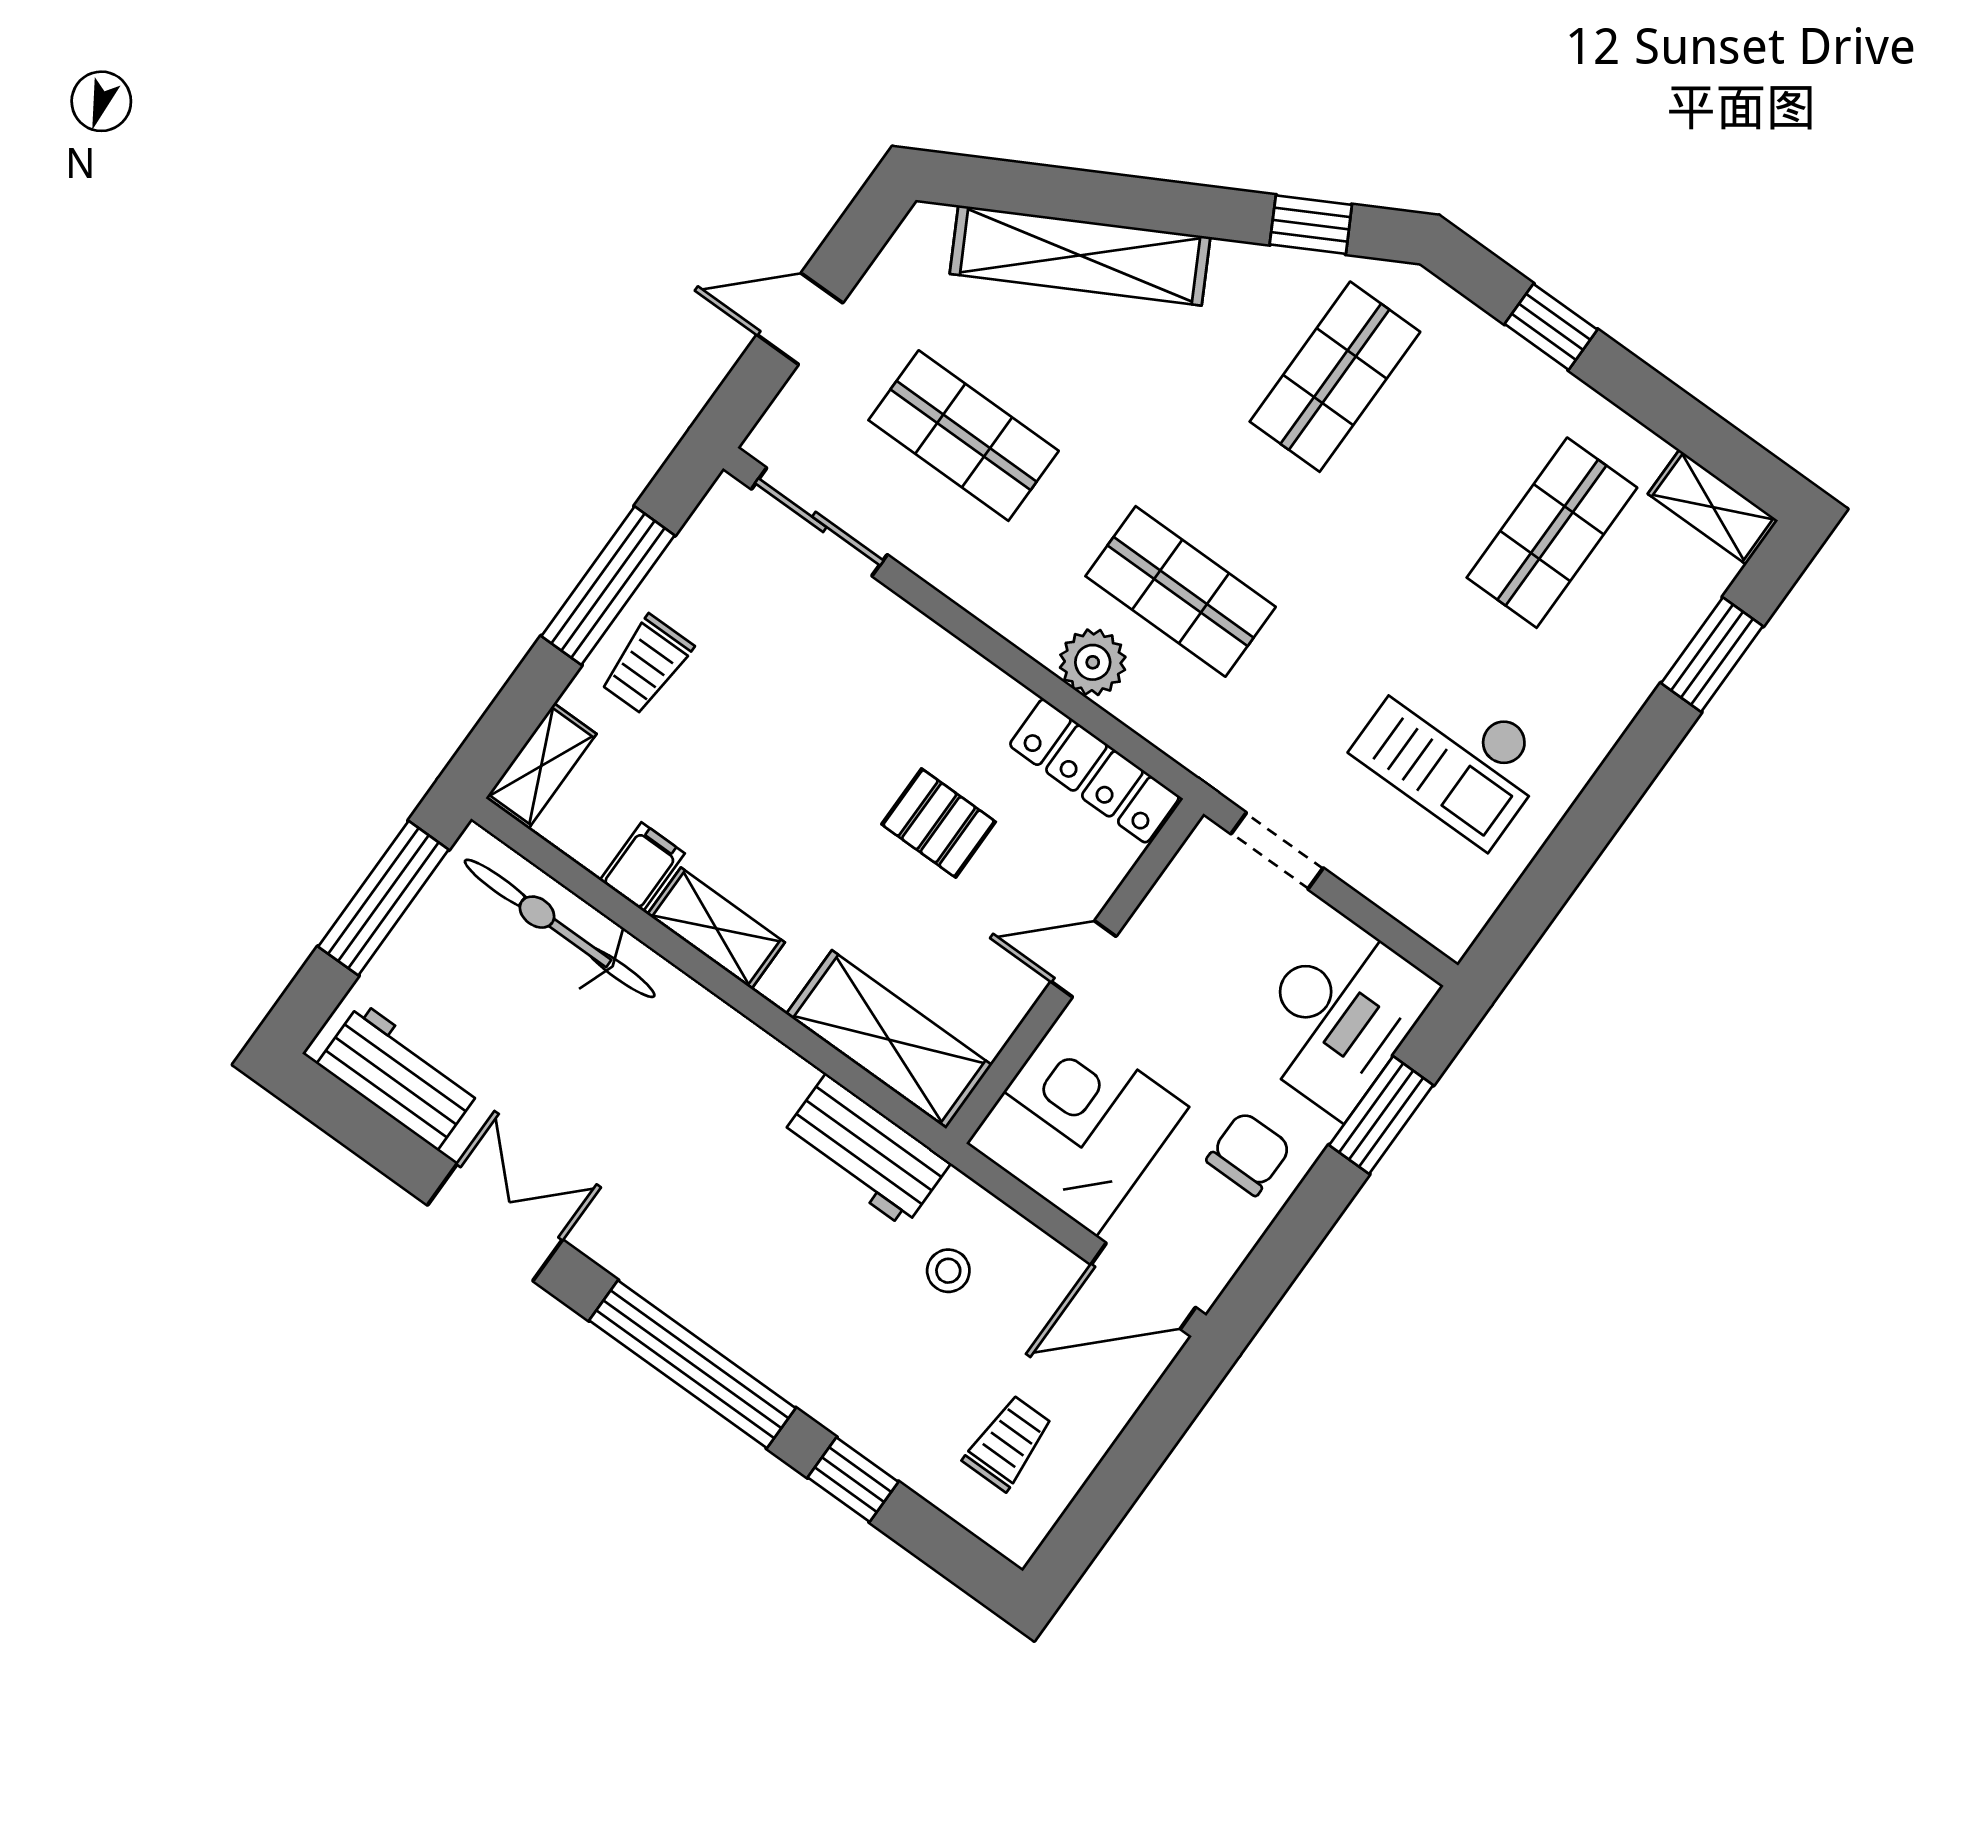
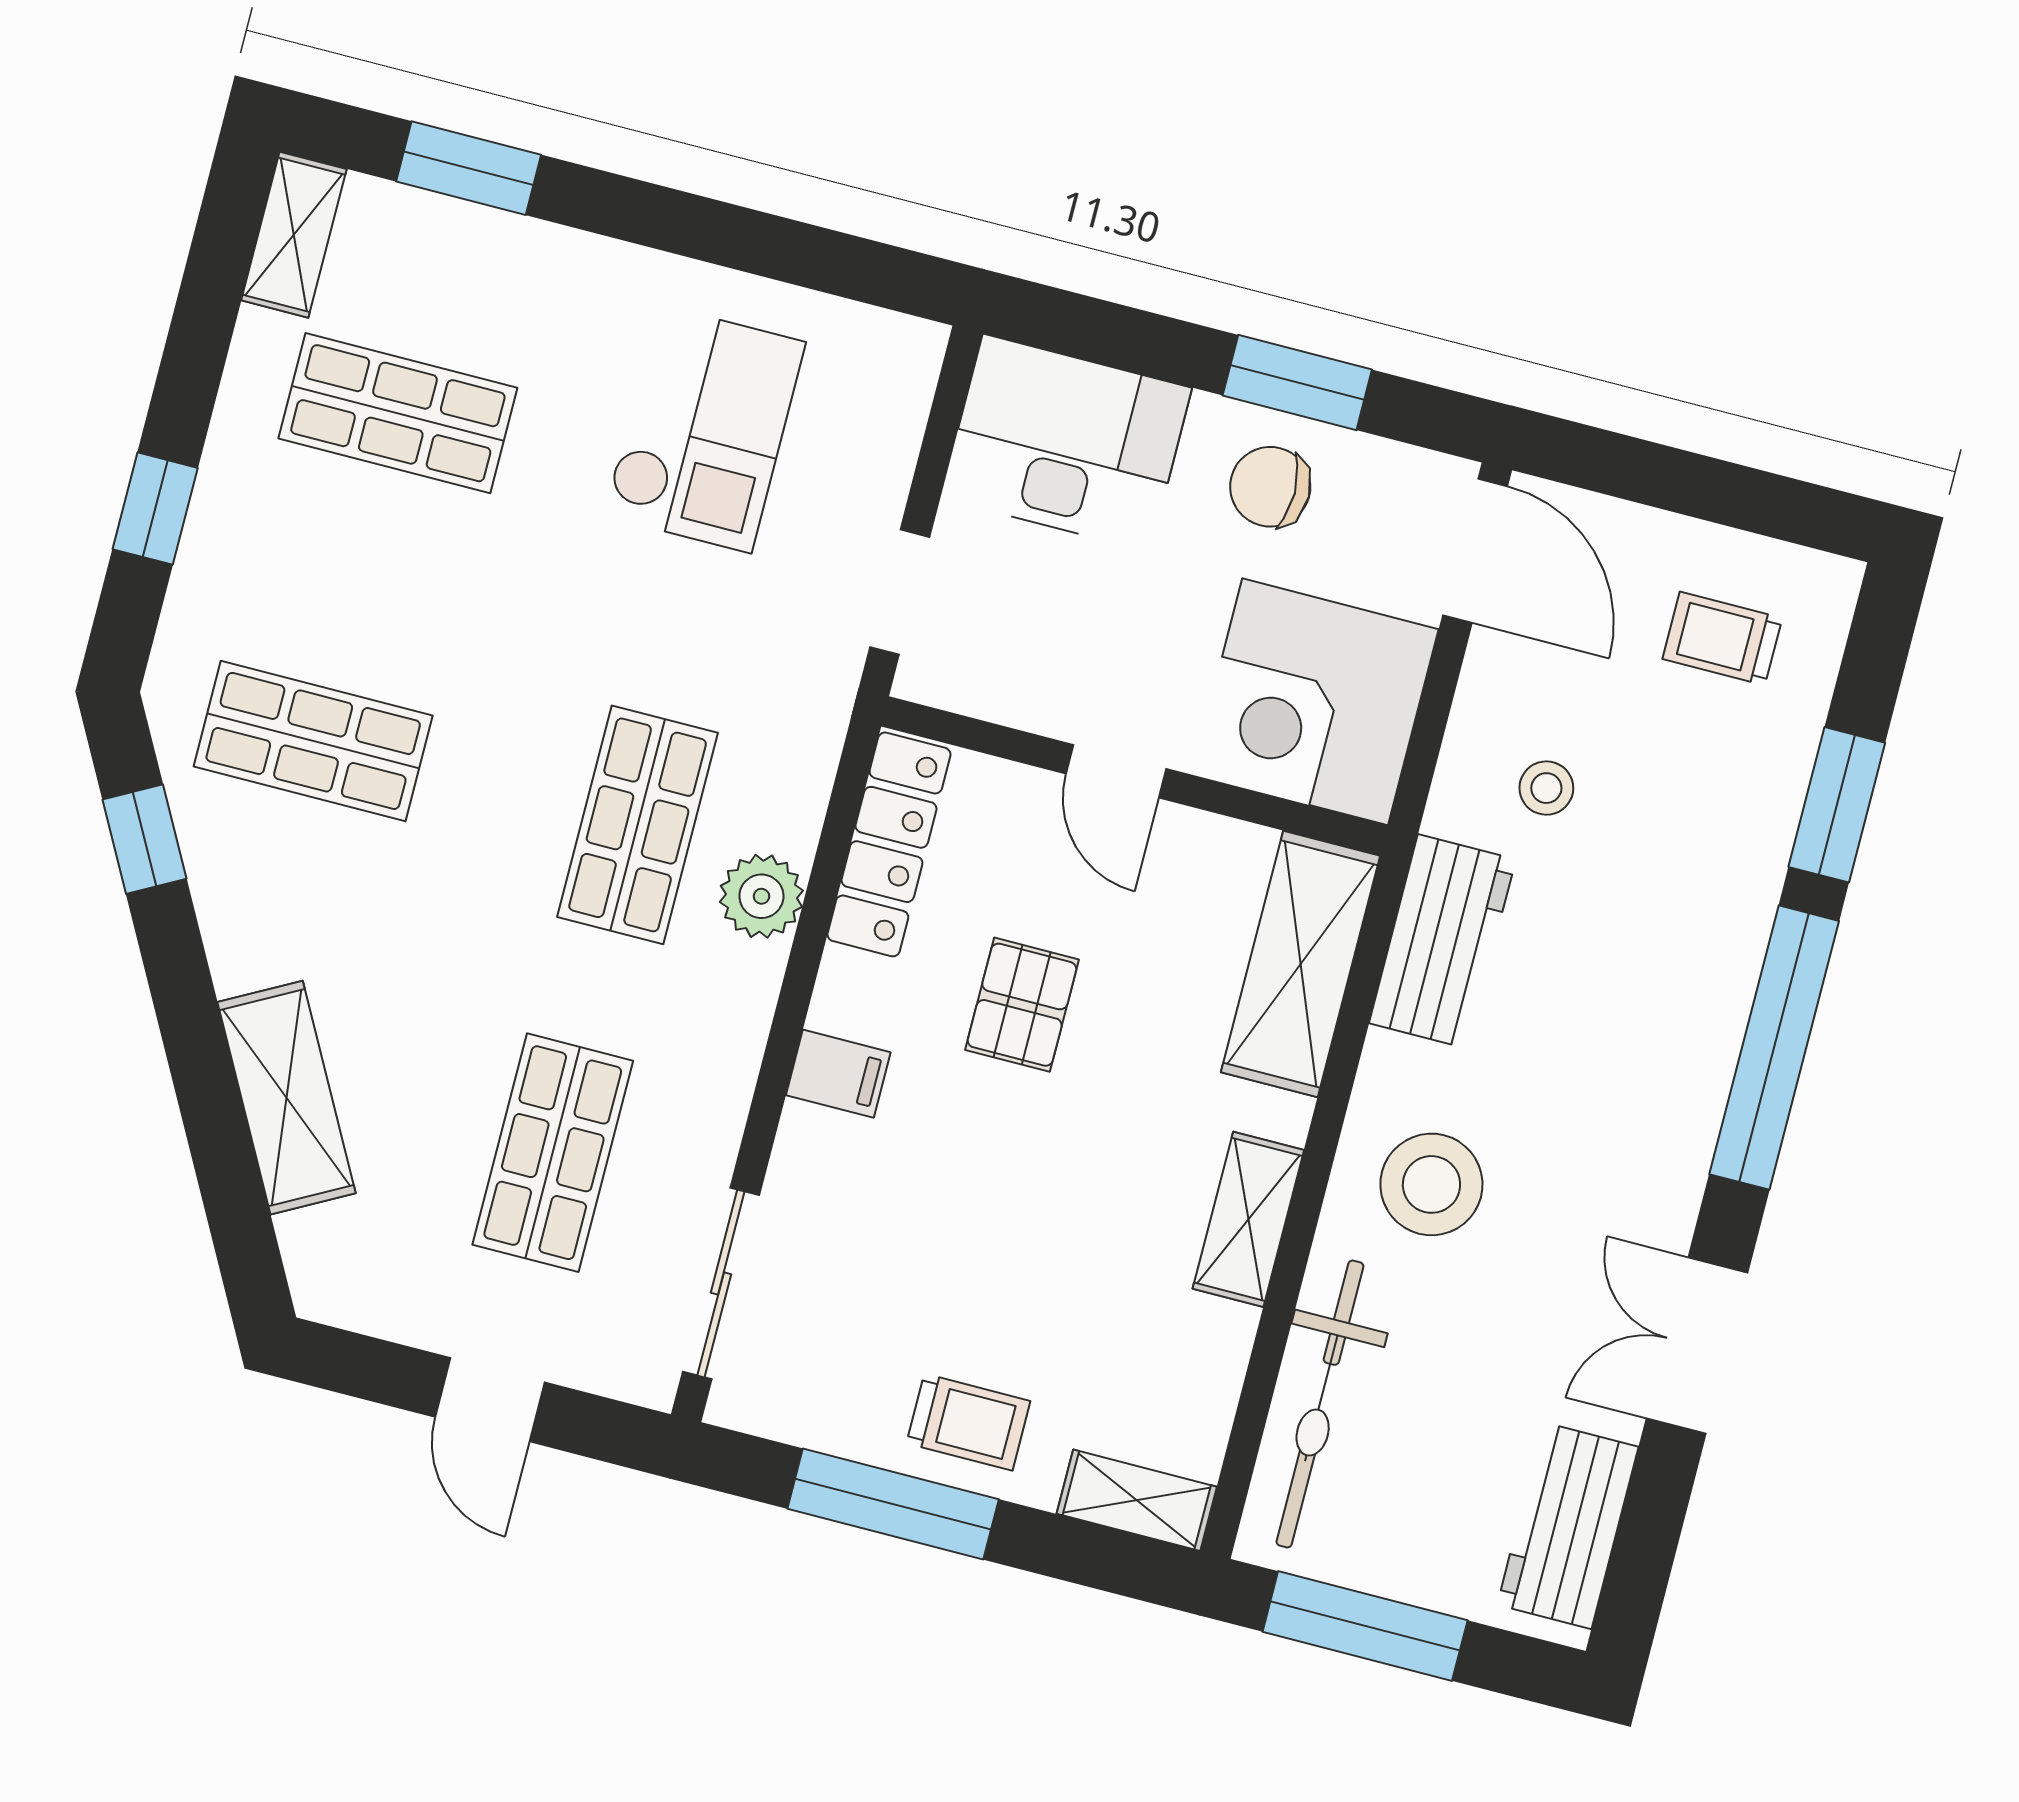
shelving: (1080, 255) -> (287, 1098), width x0.68
filing cabinet: (642, 867) -> (838, 1074), moved, turned 180
stool: (689, 1073) -> (1431, 1184), added
window: (1381, 1115) -> (1297, 382), moved
window: (853, 1480) -> (1837, 805), width x1.50

